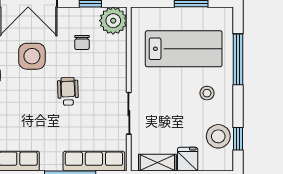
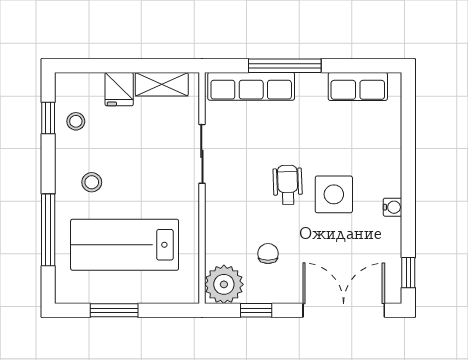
side table: (32, 56) -> (334, 194), moved
wheelchair: (68, 91) -> (288, 185), turned 180
stool: (218, 136) -> (76, 121), width x0.53, depth x0.53

